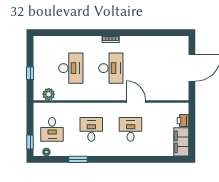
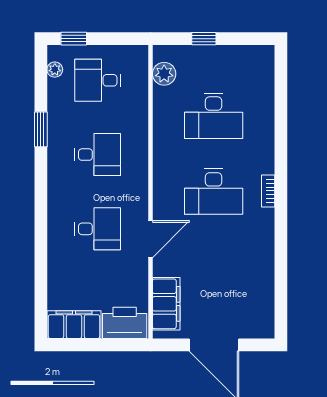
filing cabinet: (170, 93) -> (166, 304), added
printer: (183, 121) -> (125, 323), width x1.87, depth x1.48

